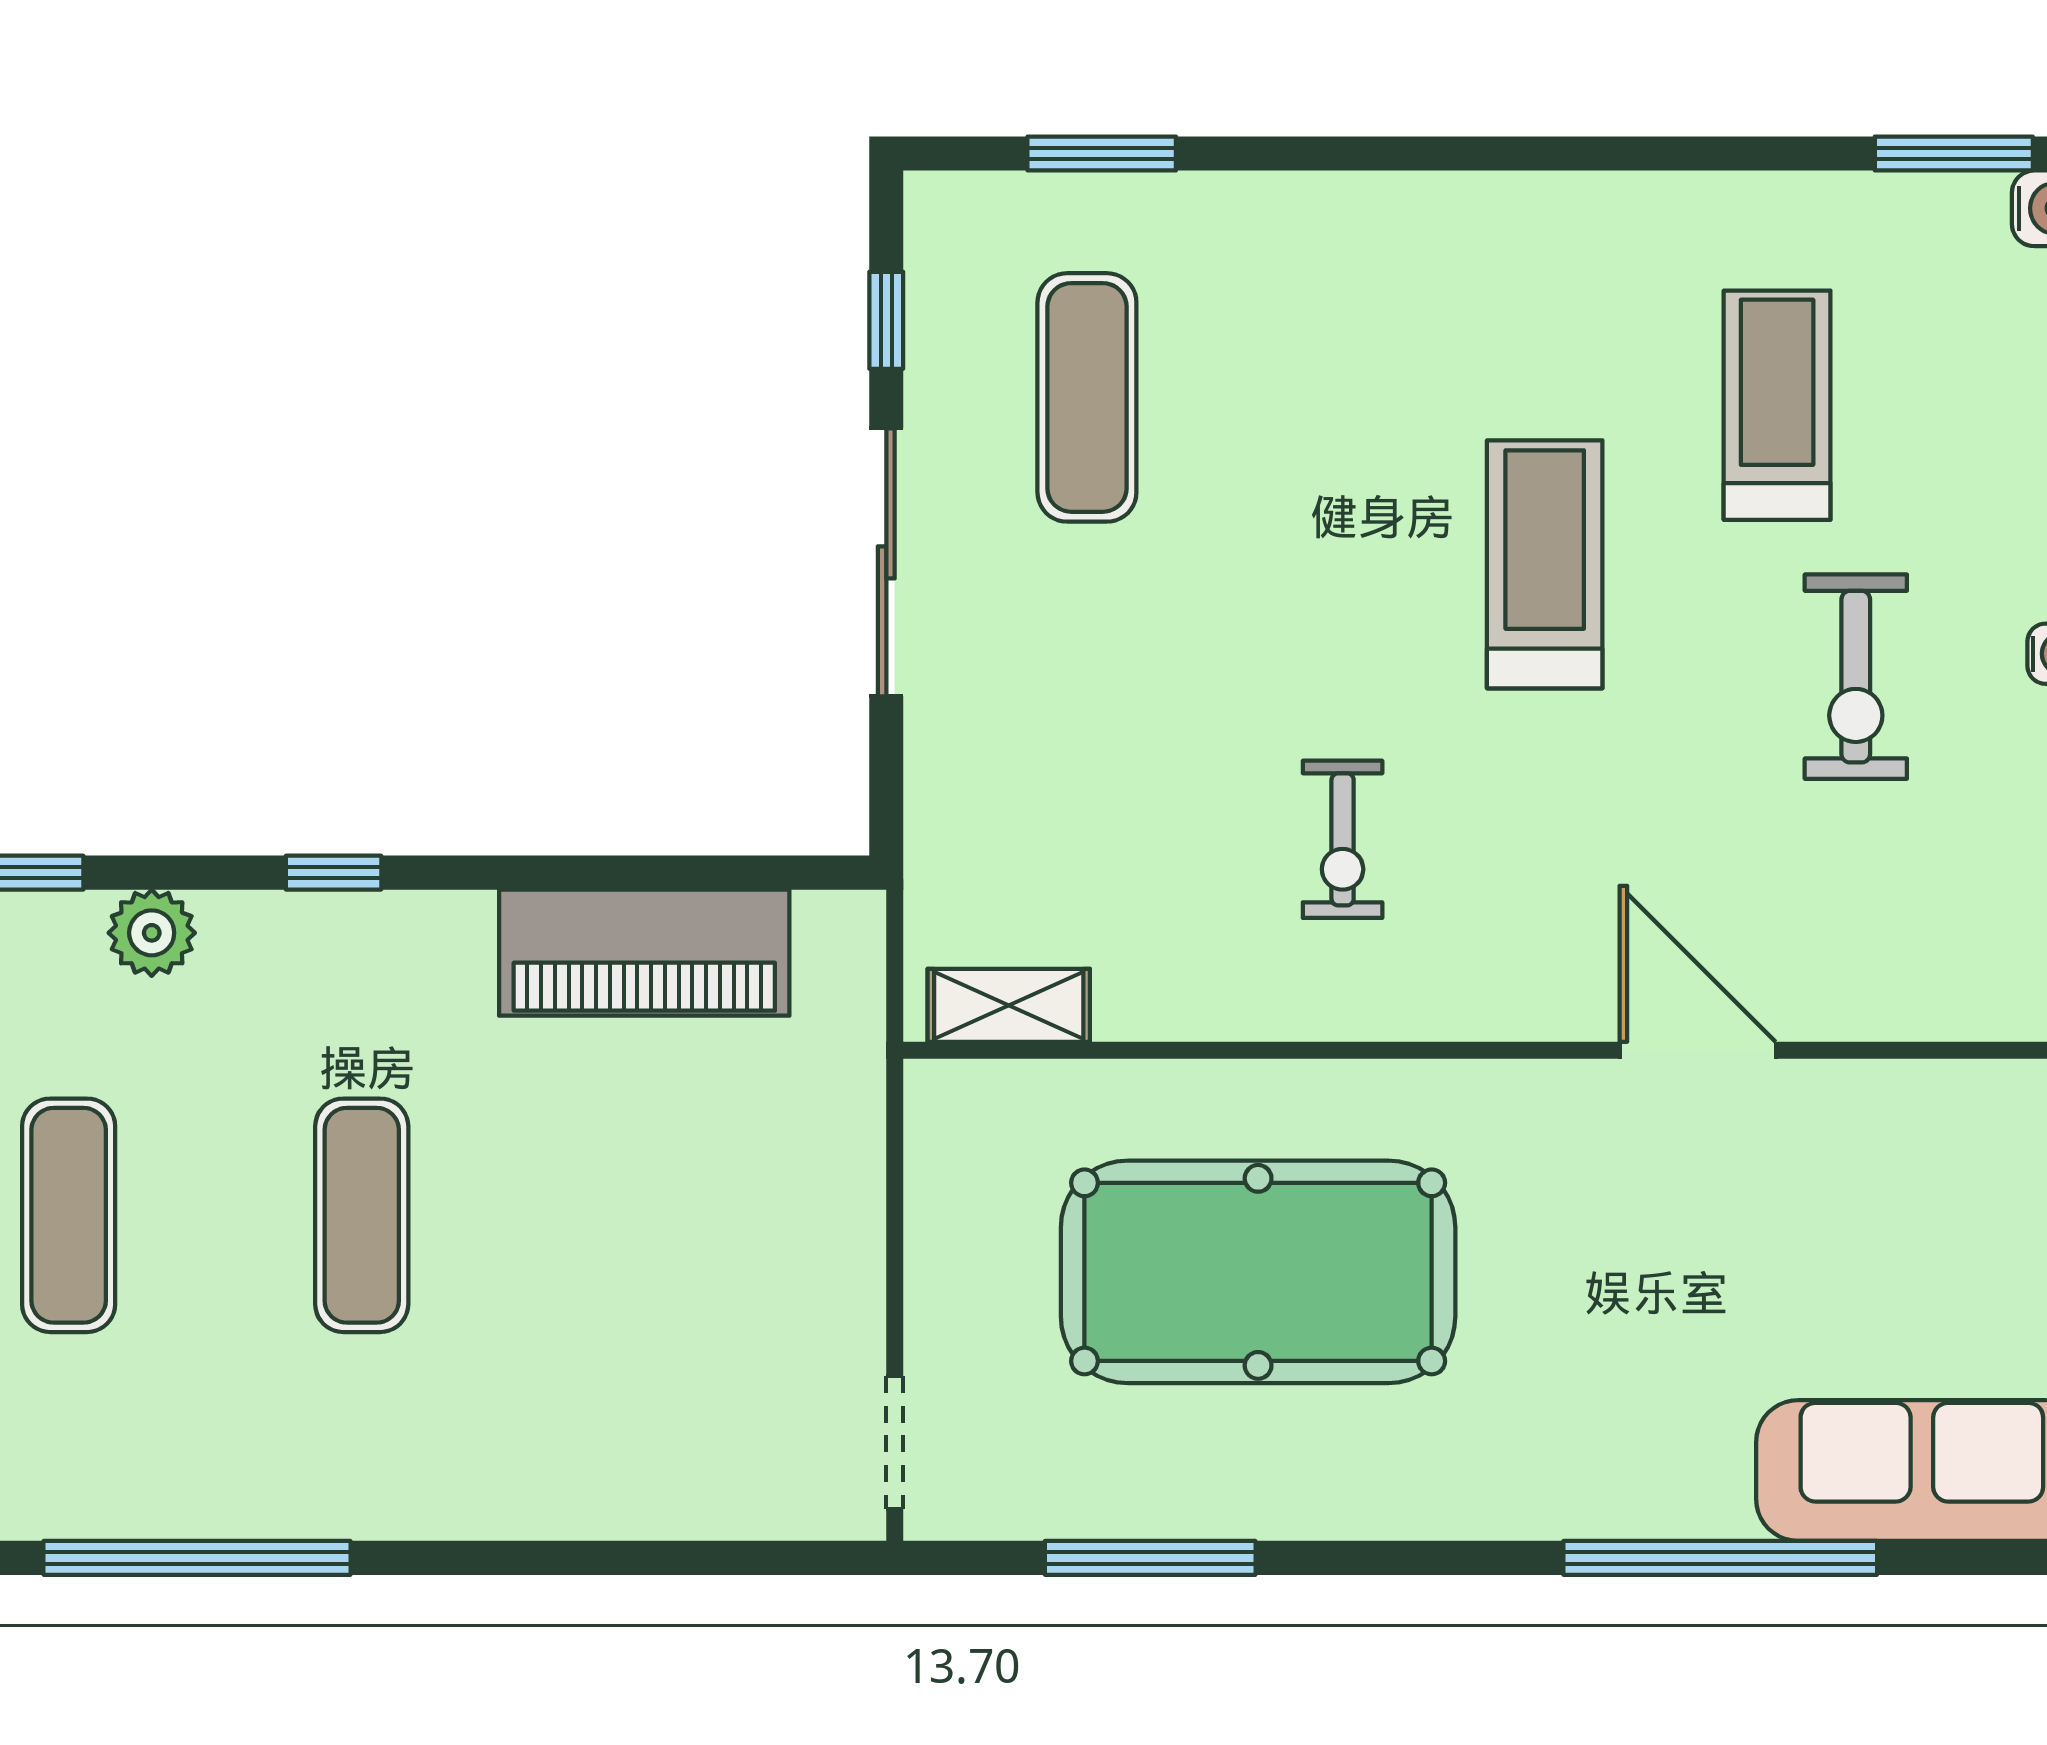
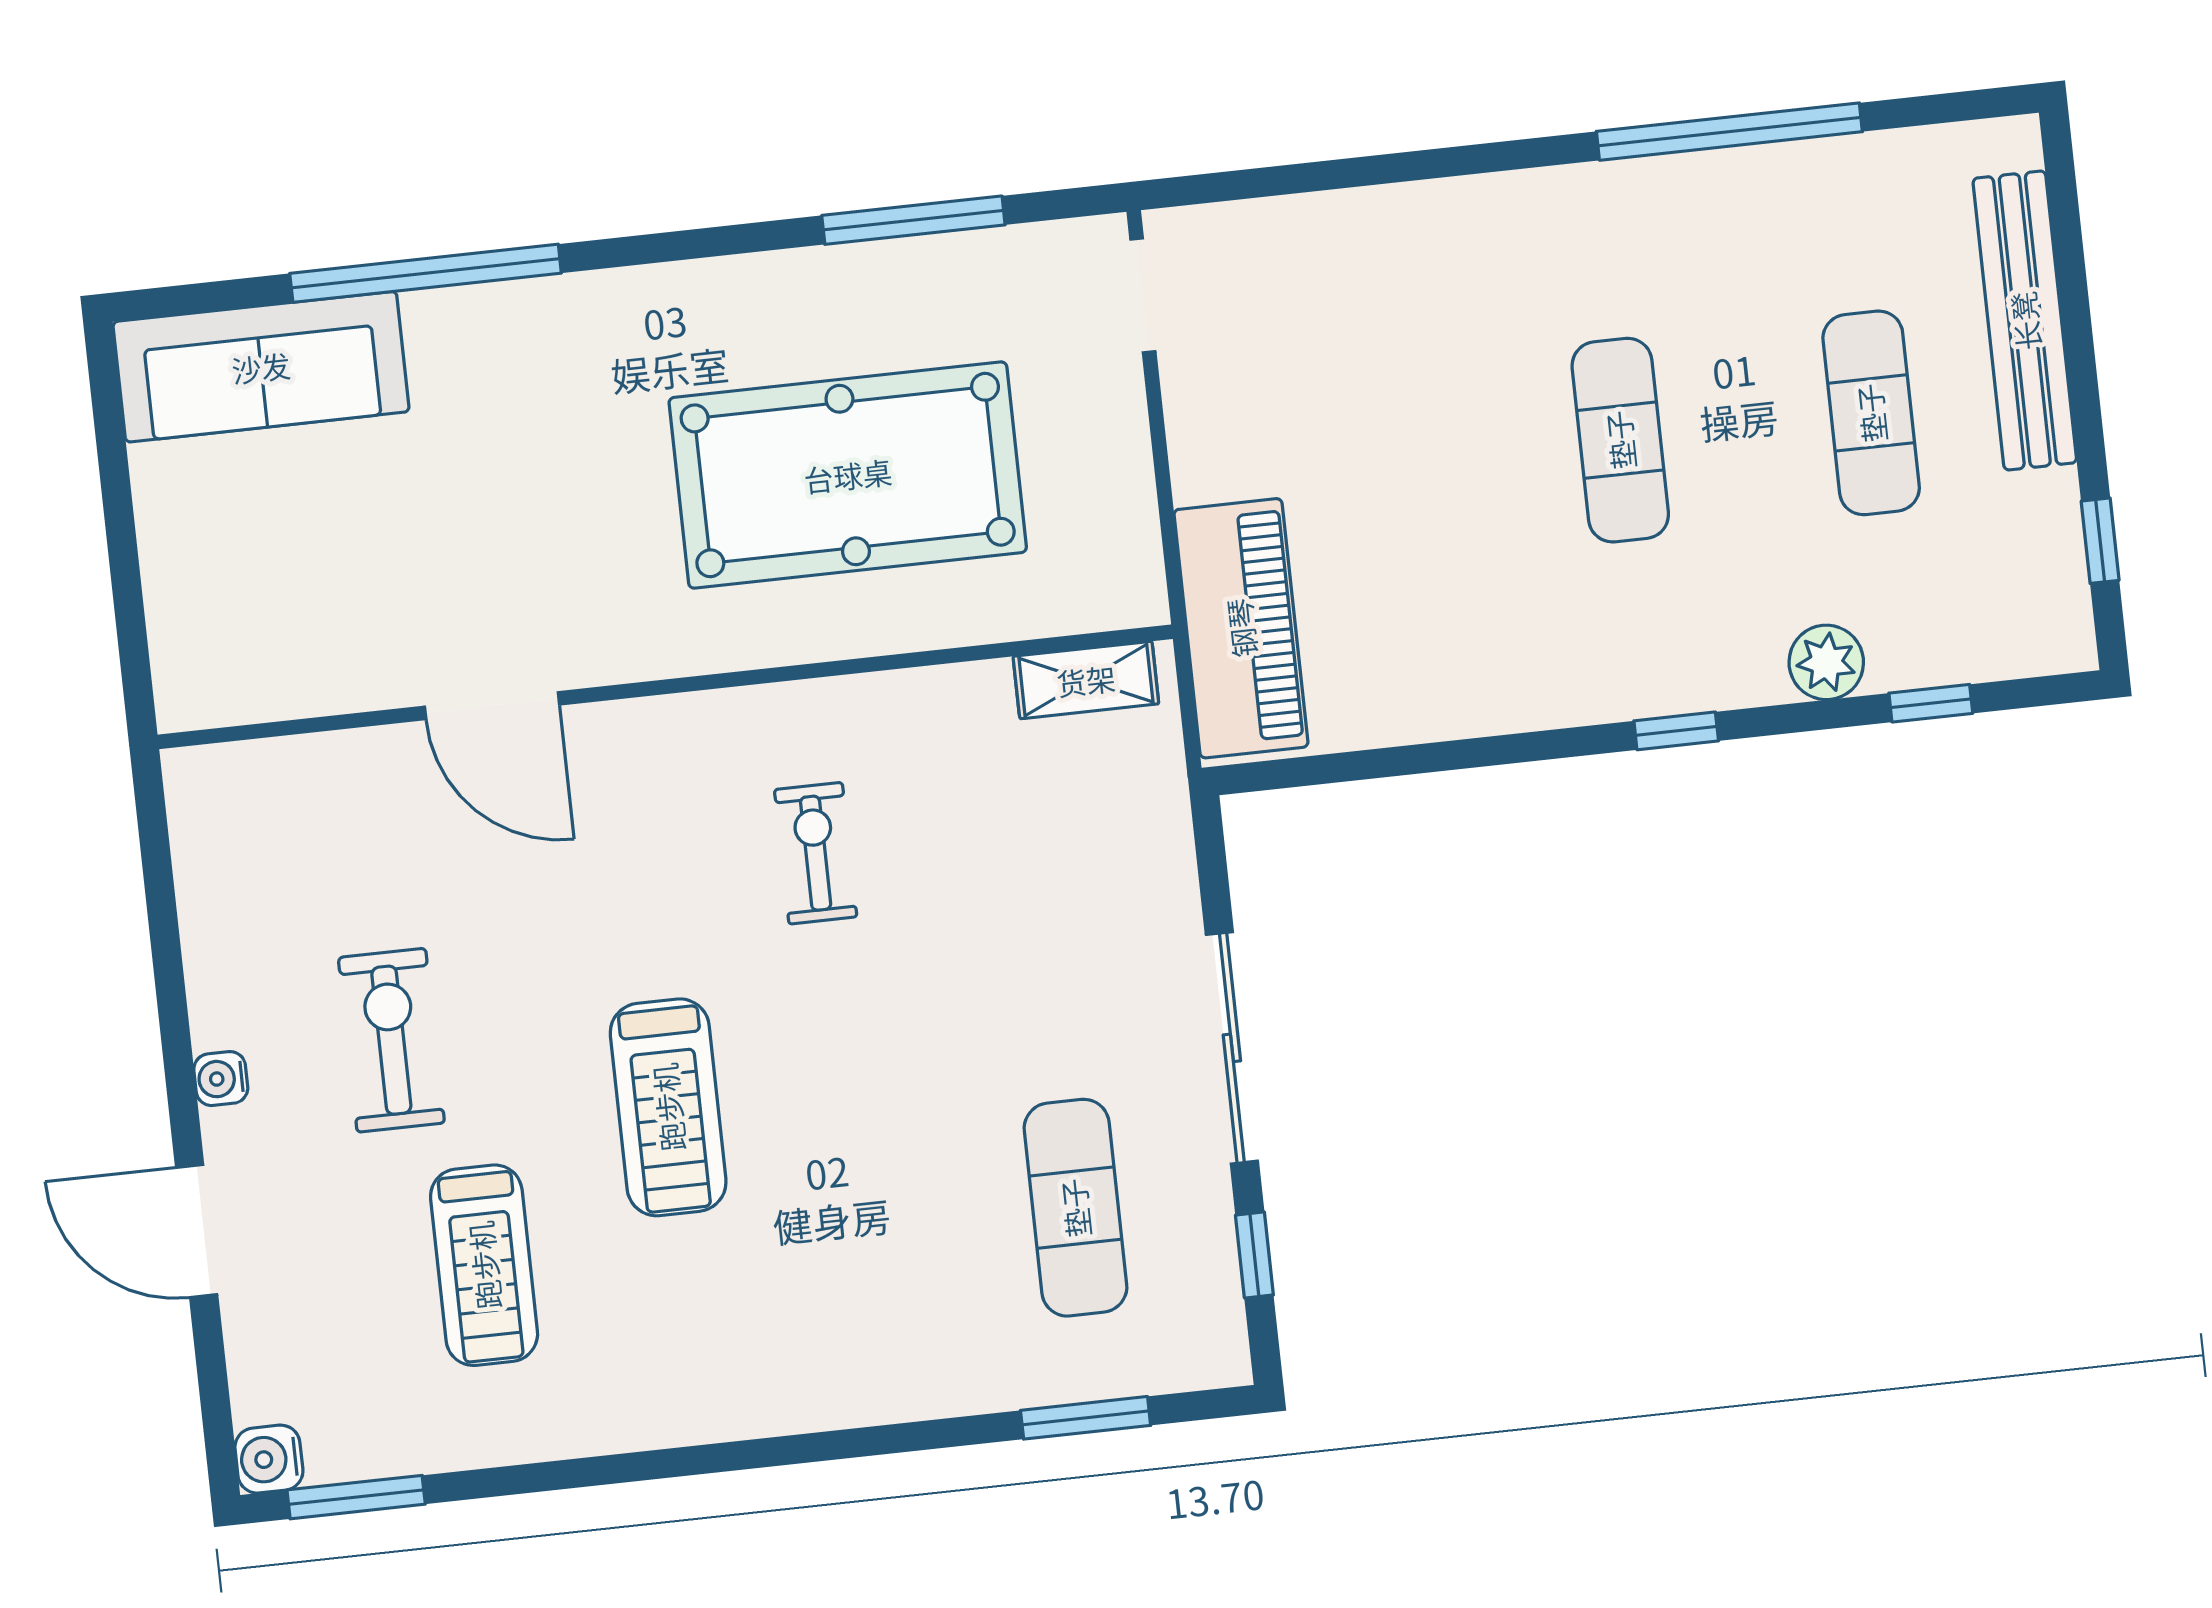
piano: (644, 953) -> (1241, 628), moved, turned 90

